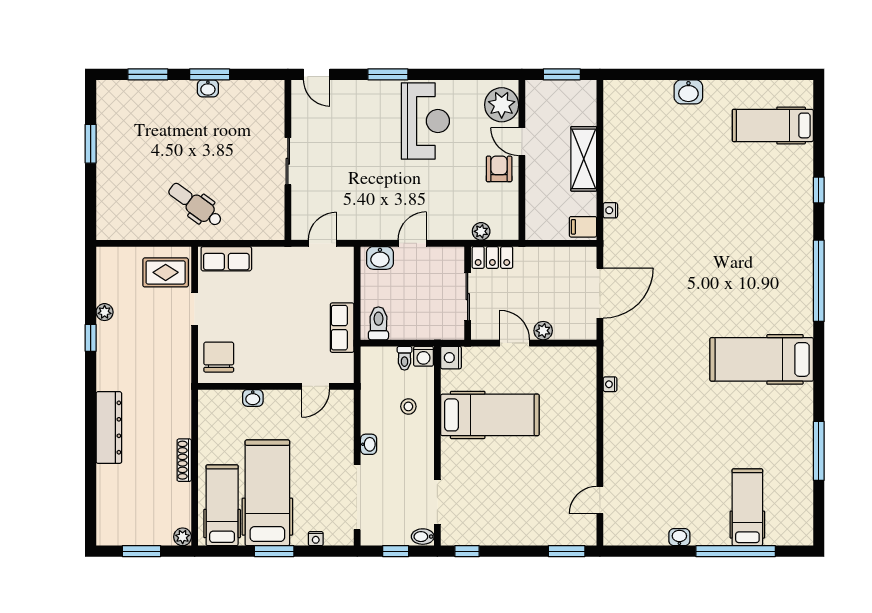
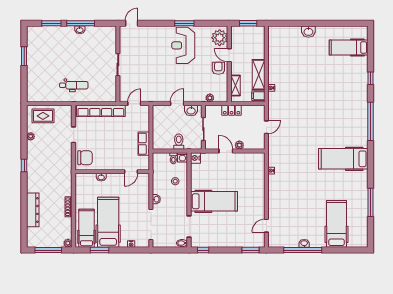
window: (210, 74) -> (81, 23), width x1.44
door: (317, 74) -> (132, 23), swing flipped
window: (388, 74) -> (184, 23), moved
reception desk: (425, 121) -> (183, 45), turned 180
shelving: (584, 159) -> (259, 75), moved
dental chair: (195, 205) -> (74, 85), turned 144
shelving: (535, 205) -> (235, 85), added
locker: (492, 257) -> (232, 110), moved
washbasin: (380, 258) -> (191, 111), moved
row of seats: (226, 259) -> (101, 111), width x2.02
rug: (166, 272) -> (43, 116), moved
door: (600, 293) -> (266, 127), width x0.53
toilet: (378, 323) -> (179, 142), moved
window: (91, 338) -> (24, 165), moved
chair: (219, 357) -> (85, 158), turned 90
hospital bed: (490, 415) -> (214, 201), moved
dresser: (109, 428) -> (33, 210), moved
hospital bed: (747, 507) -> (336, 224), width x1.37, depth x1.29
window: (141, 551) -> (48, 250), width x1.44
window: (274, 551) -> (99, 250), moved
window: (396, 551) -> (169, 250), removed
window: (736, 551) -> (303, 250), moved

